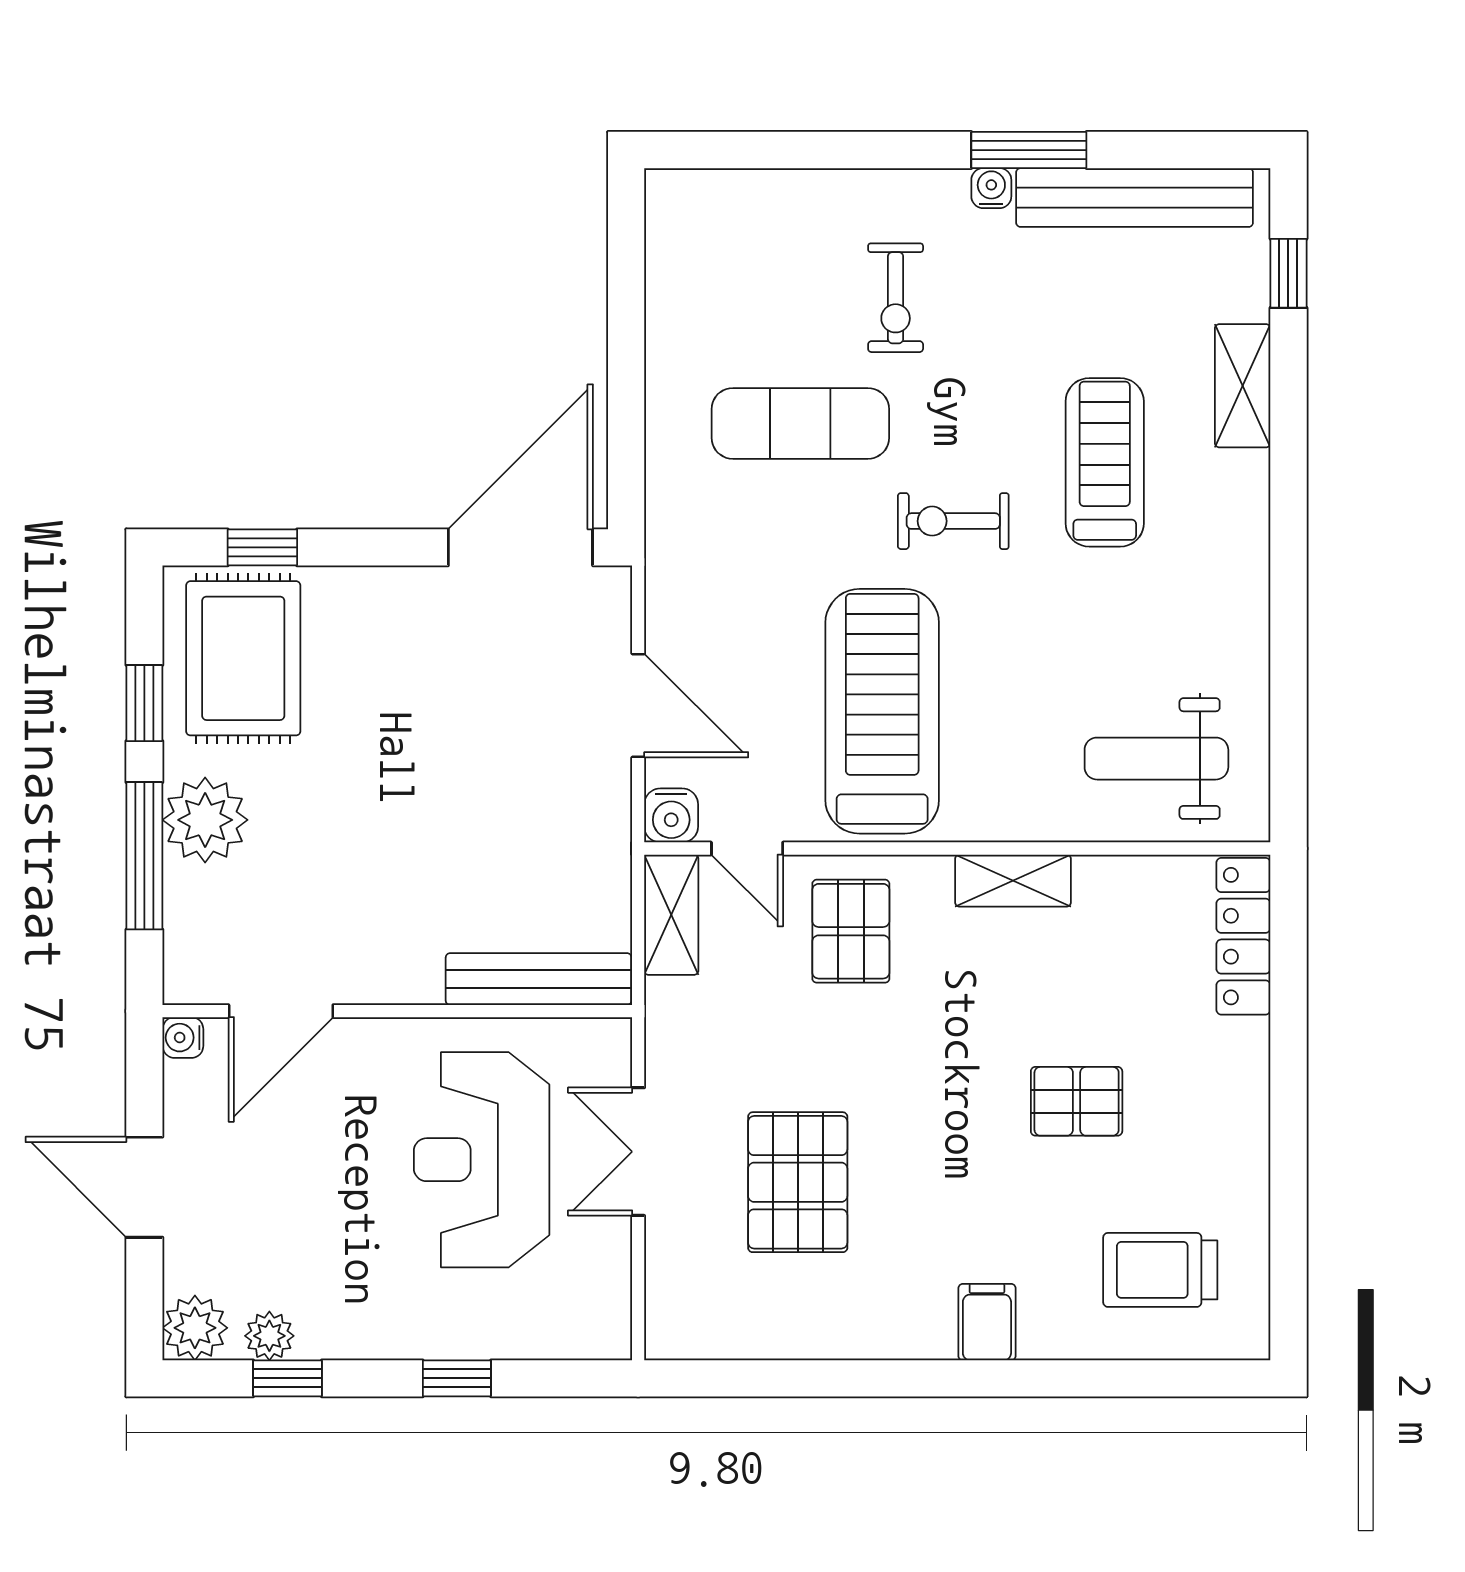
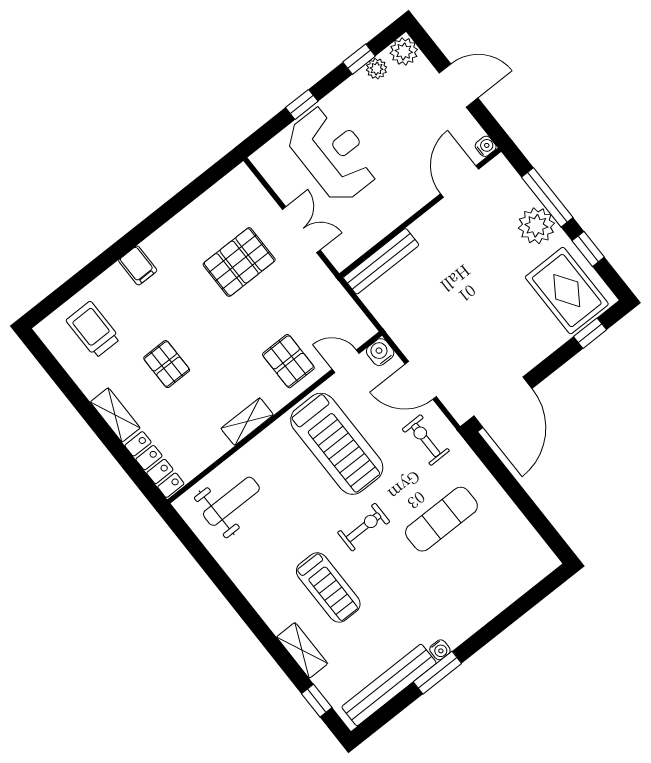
exercise bike: (896, 298) -> (426, 440), moved
shelving: (671, 915) -> (115, 415), moved
pallet: (1077, 1101) -> (167, 364), turned 90
reception desk: (482, 1160) -> (333, 154), moved
pallet: (798, 1182) -> (239, 262), turned 90
trolley: (1160, 1270) -> (93, 330), turned -90

